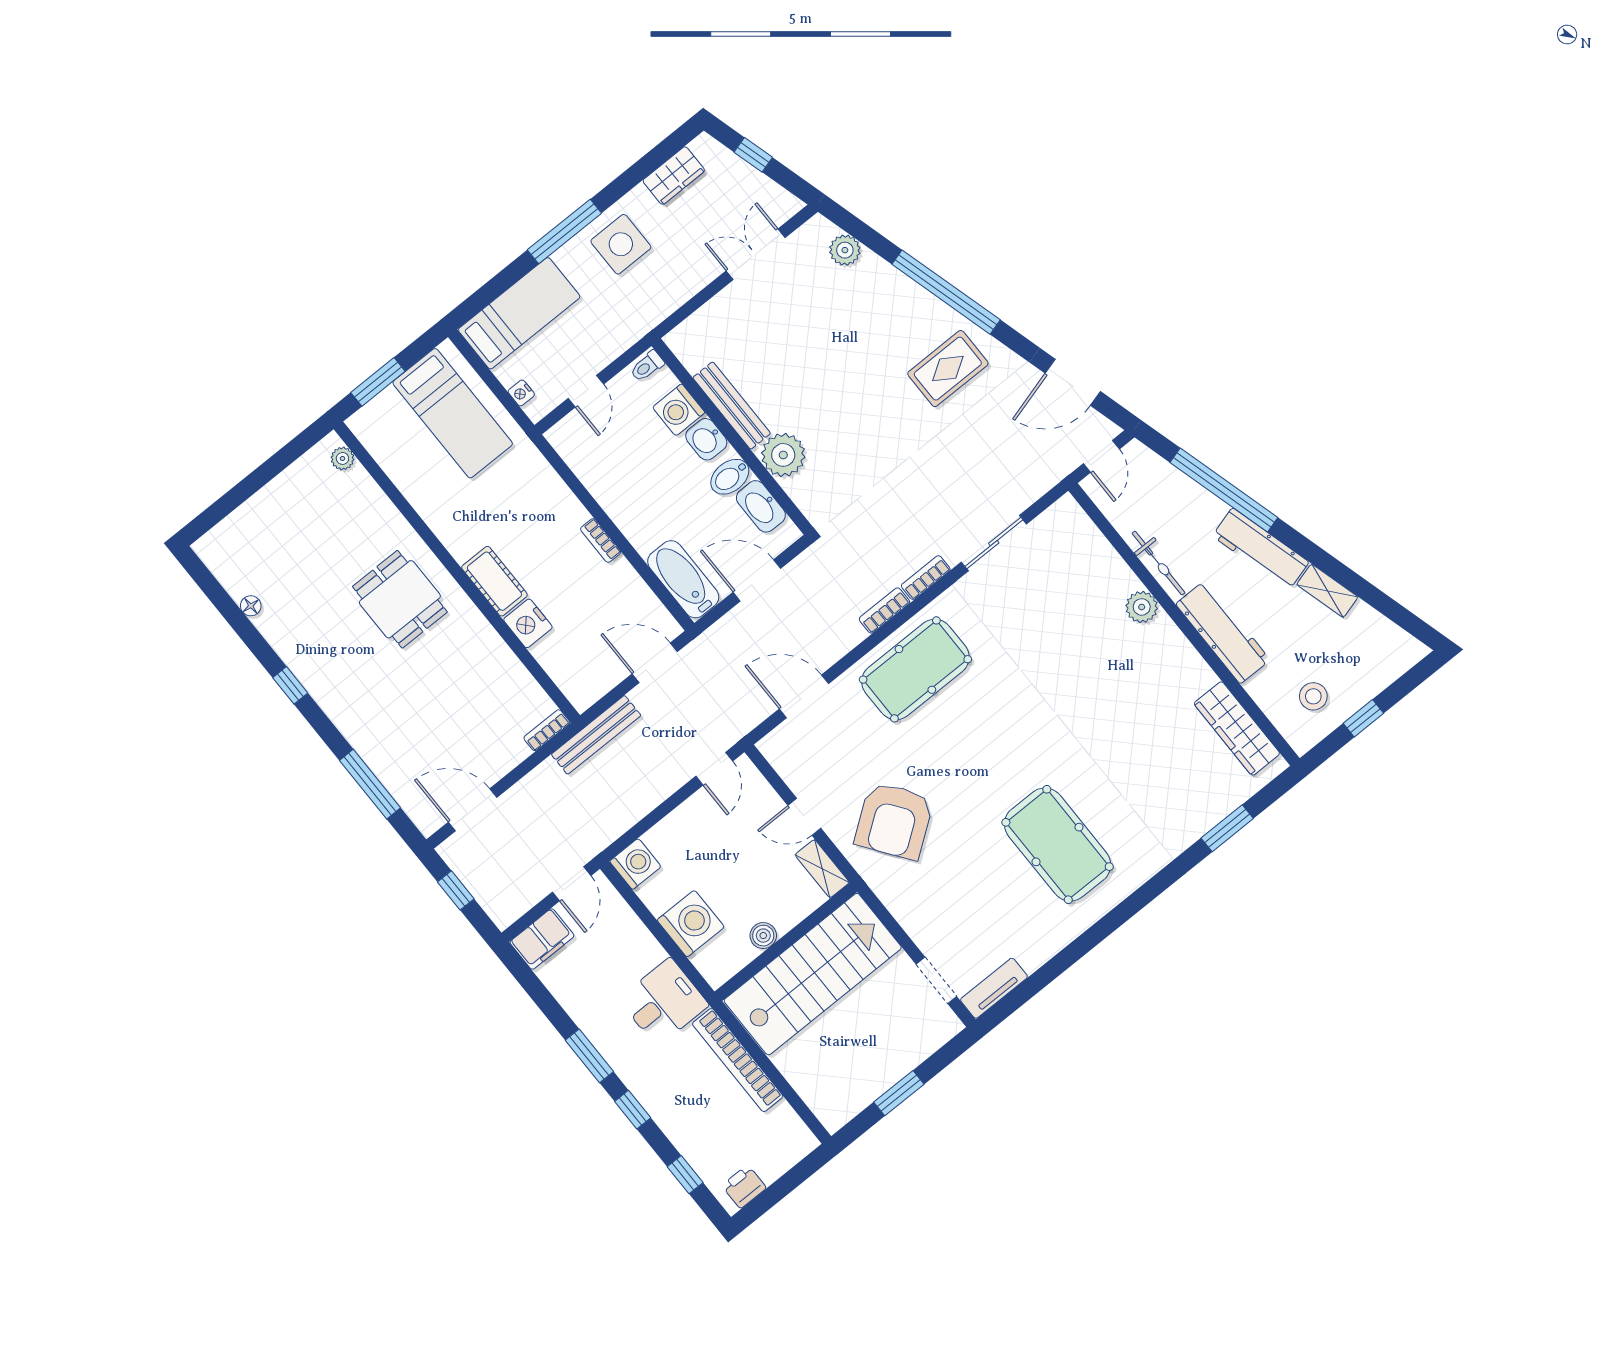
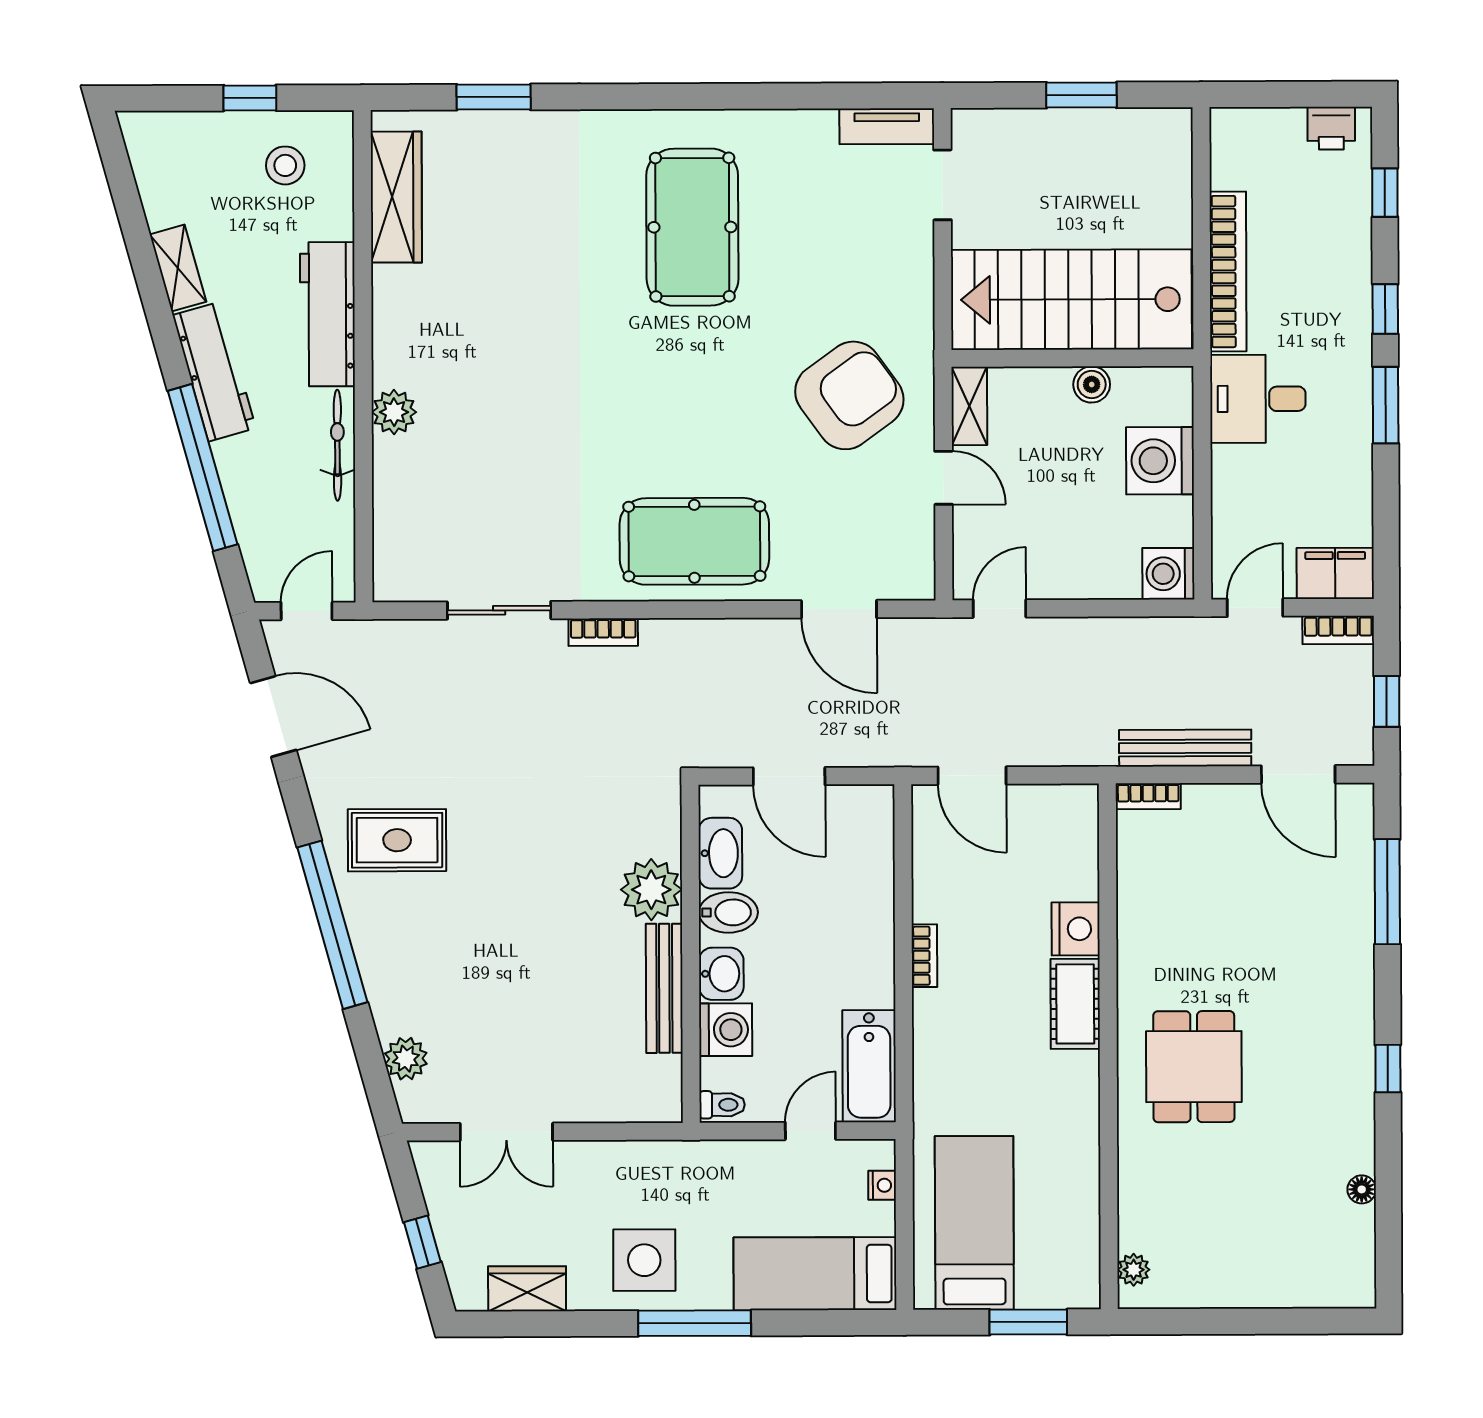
bathtub: (683, 579) -> (869, 1066), moved
bookcase: (884, 611) -> (1338, 630), moved
bench: (596, 735) -> (1185, 748), moved

